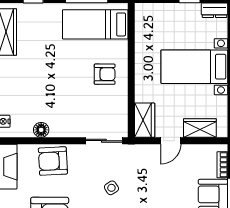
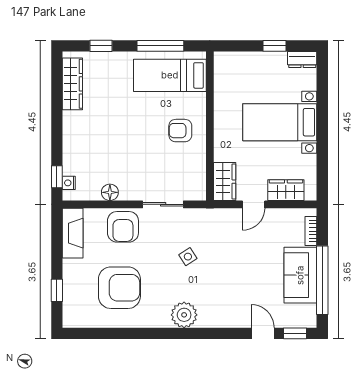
armchair: (105, 74) -> (180, 131), turned 180
sliding door: (104, 141) -> (163, 204), moved
armchair: (53, 161) -> (123, 227), turned -87

